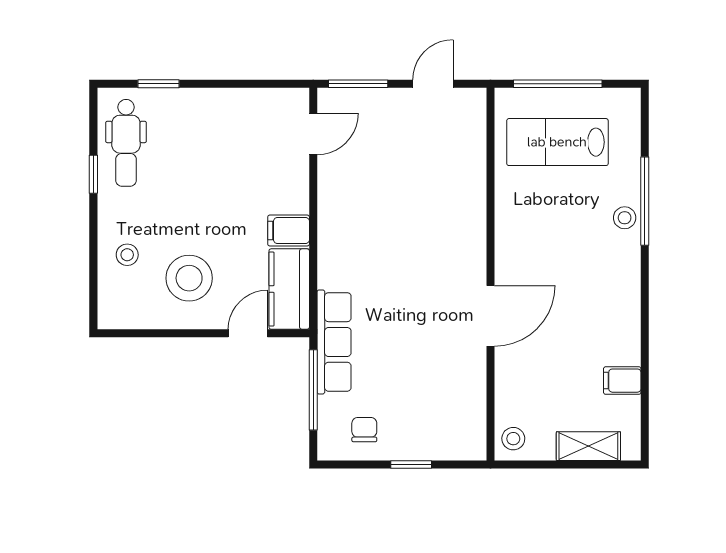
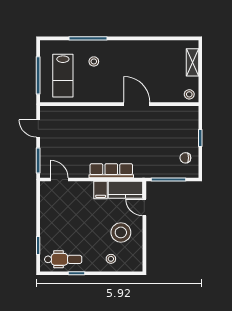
stool: (625, 218) -> (94, 61), moved
row of seats: (334, 342) -> (111, 171), moved
filing cabinet: (622, 381) -> (164, 48), removed

